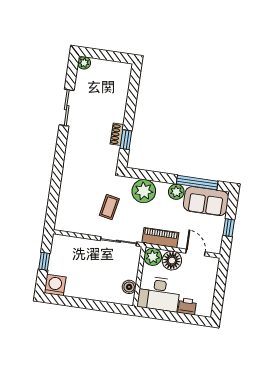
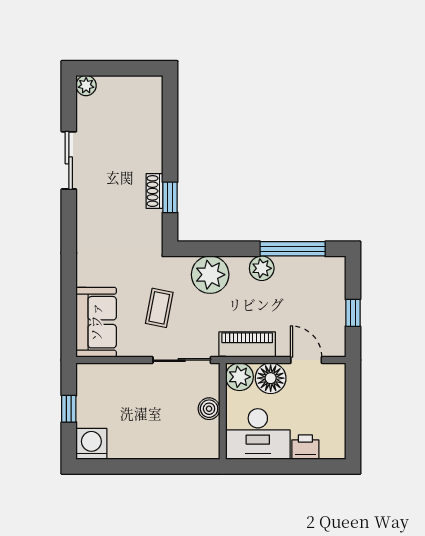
sofa: (206, 201) -> (96, 322), moved, turned -90
boiler: (129, 287) -> (209, 409), moved

